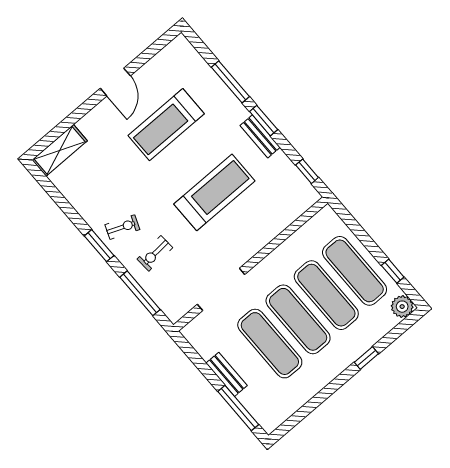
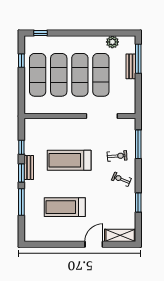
door: (115, 82) -> (94, 244), moved
treadmill: (166, 125) -> (65, 207), turned 180
window: (307, 171) -> (21, 147), moved
window: (99, 246) -> (138, 202), moved
plant: (402, 307) -> (112, 42), moved
window: (366, 358) -> (40, 33), moved
bench: (227, 374) -> (131, 66), moved

